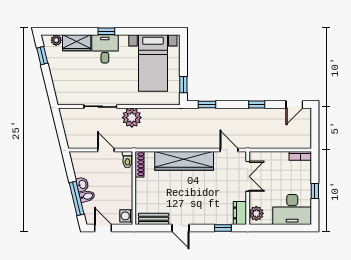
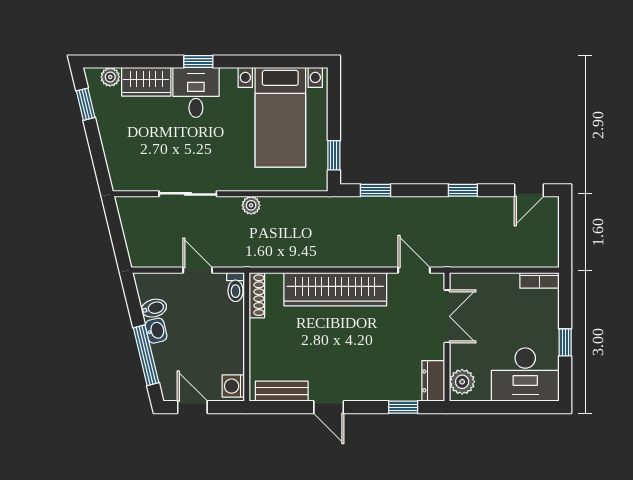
plant: (132, 118) -> (251, 205), width x0.53, depth x0.53
bidet: (87, 196) -> (154, 308), moved

